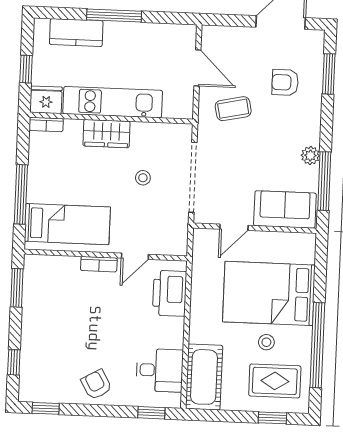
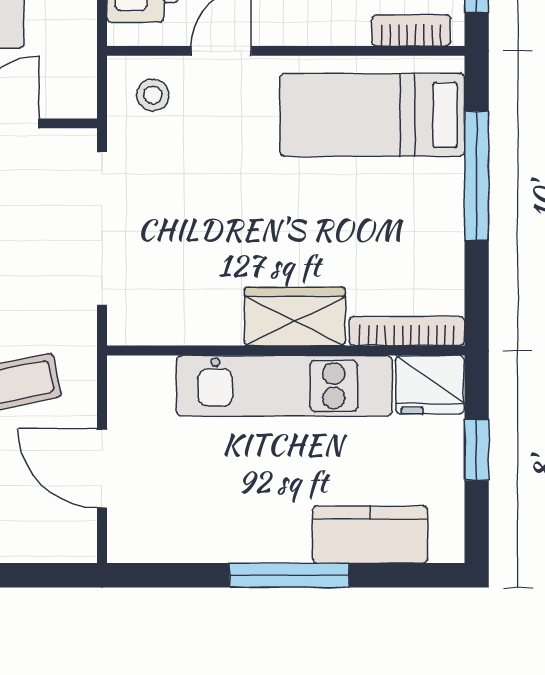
bookcase: (46, 124) -> (407, 331), width x1.56
stool: (143, 178) -> (153, 95), moved
bookcase: (99, 264) -> (411, 30), moved

